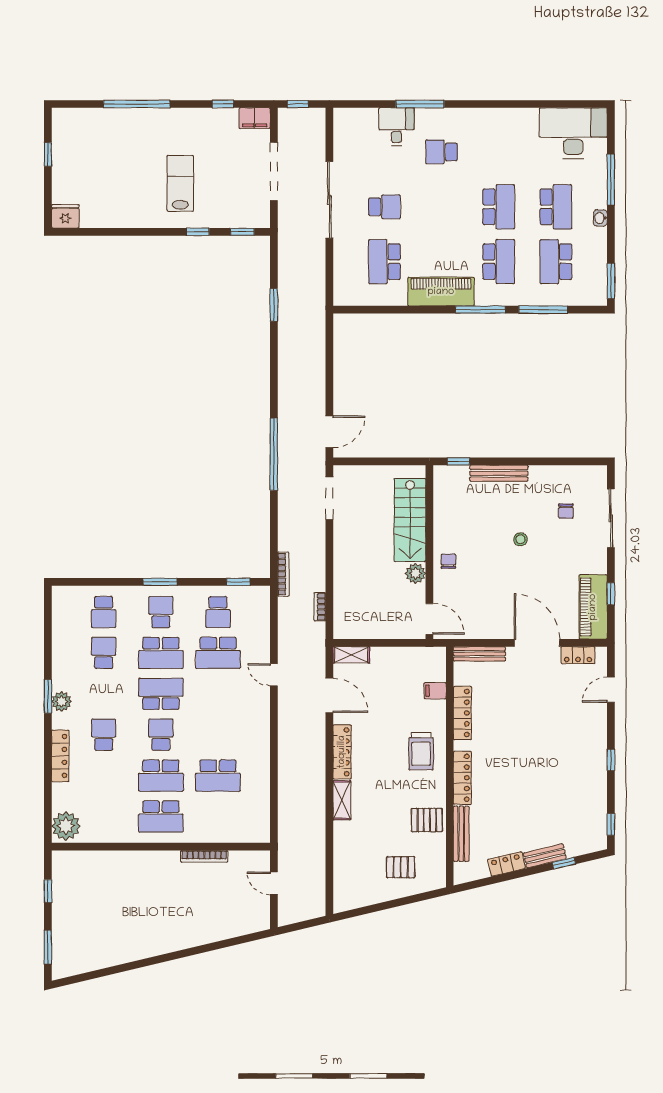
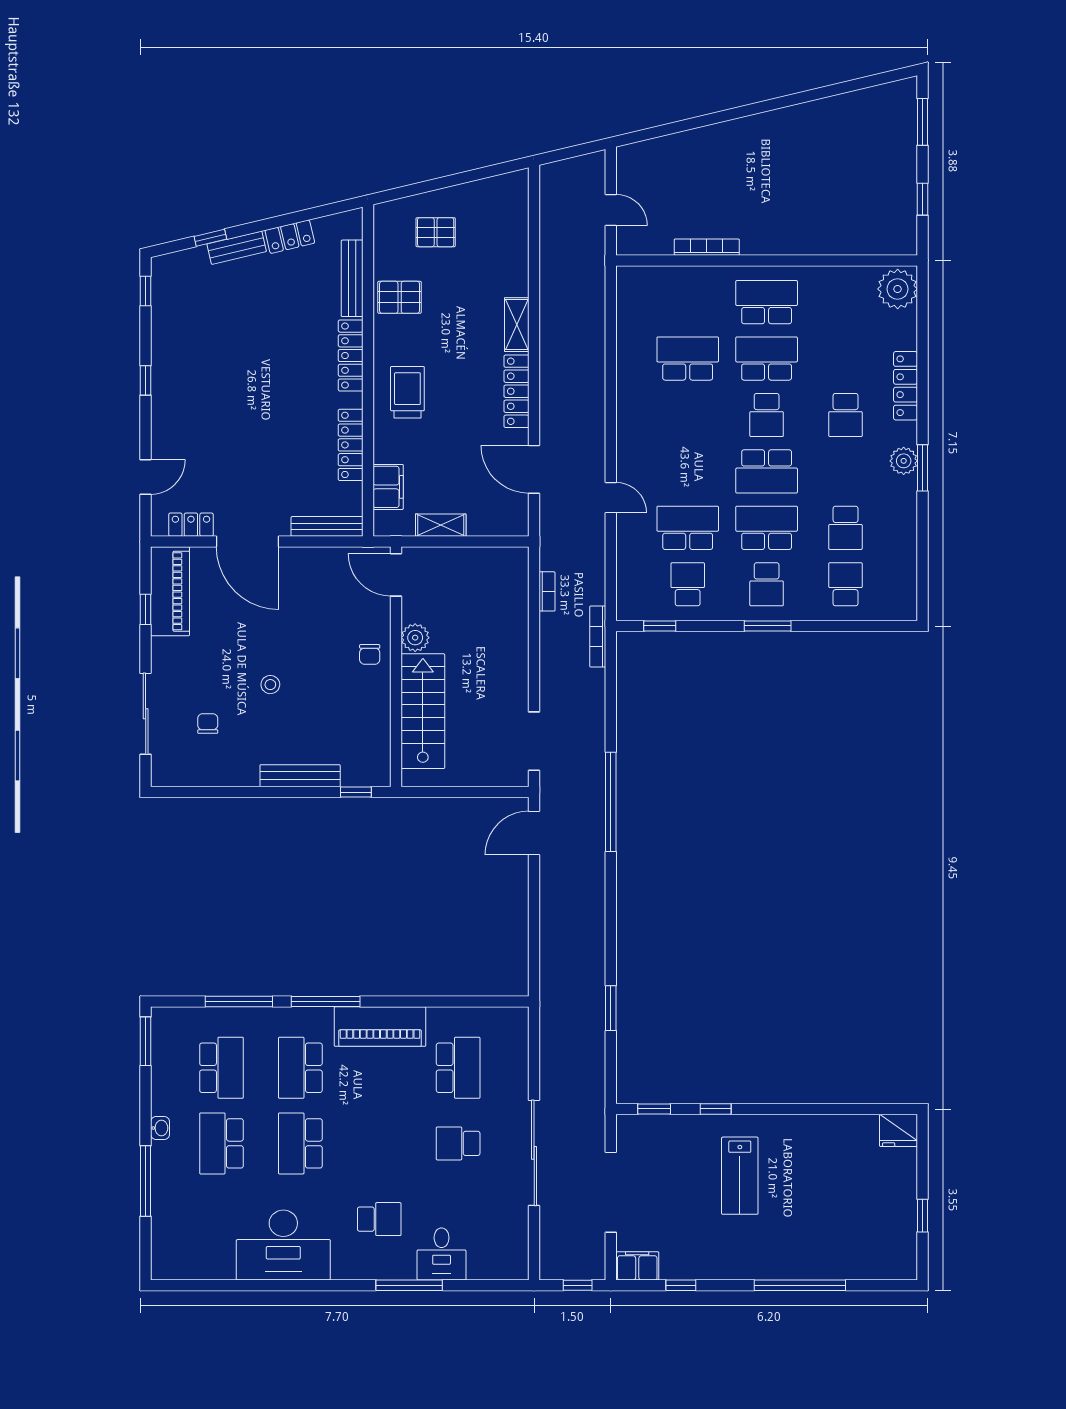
desk: (573, 133) -> (283, 1245), moved
shelving: (351, 655) -> (441, 525), moved
filing cabinet: (435, 691) -> (388, 487), width x2.00

